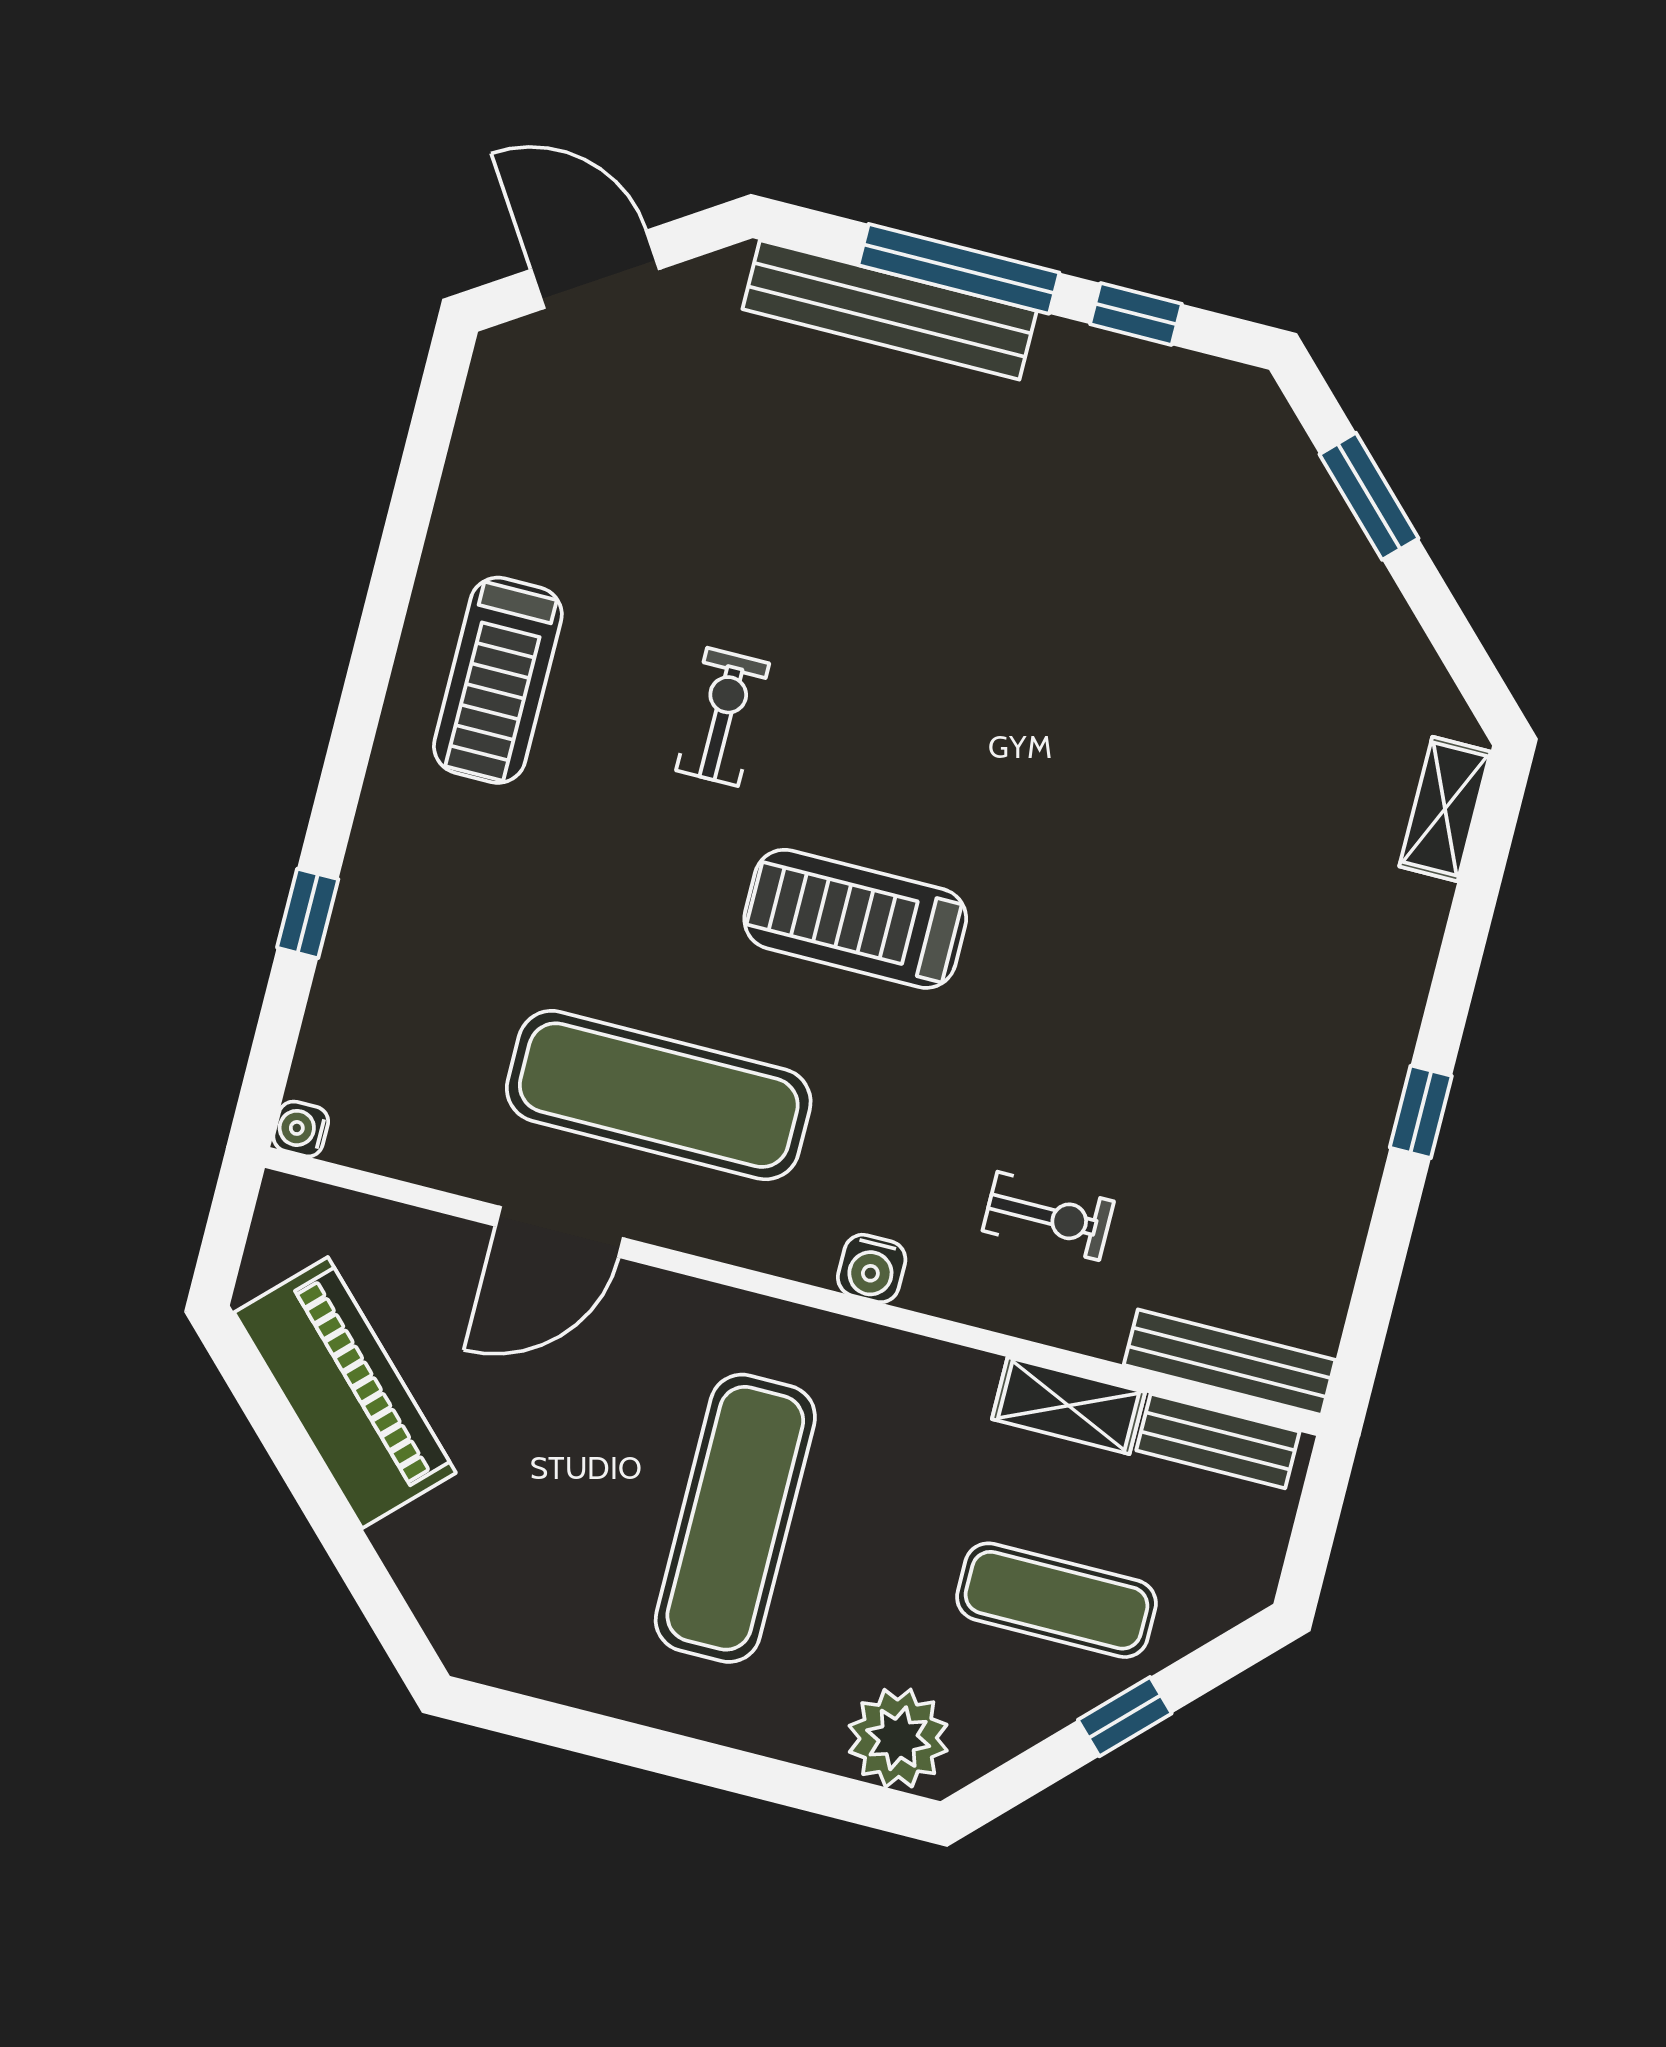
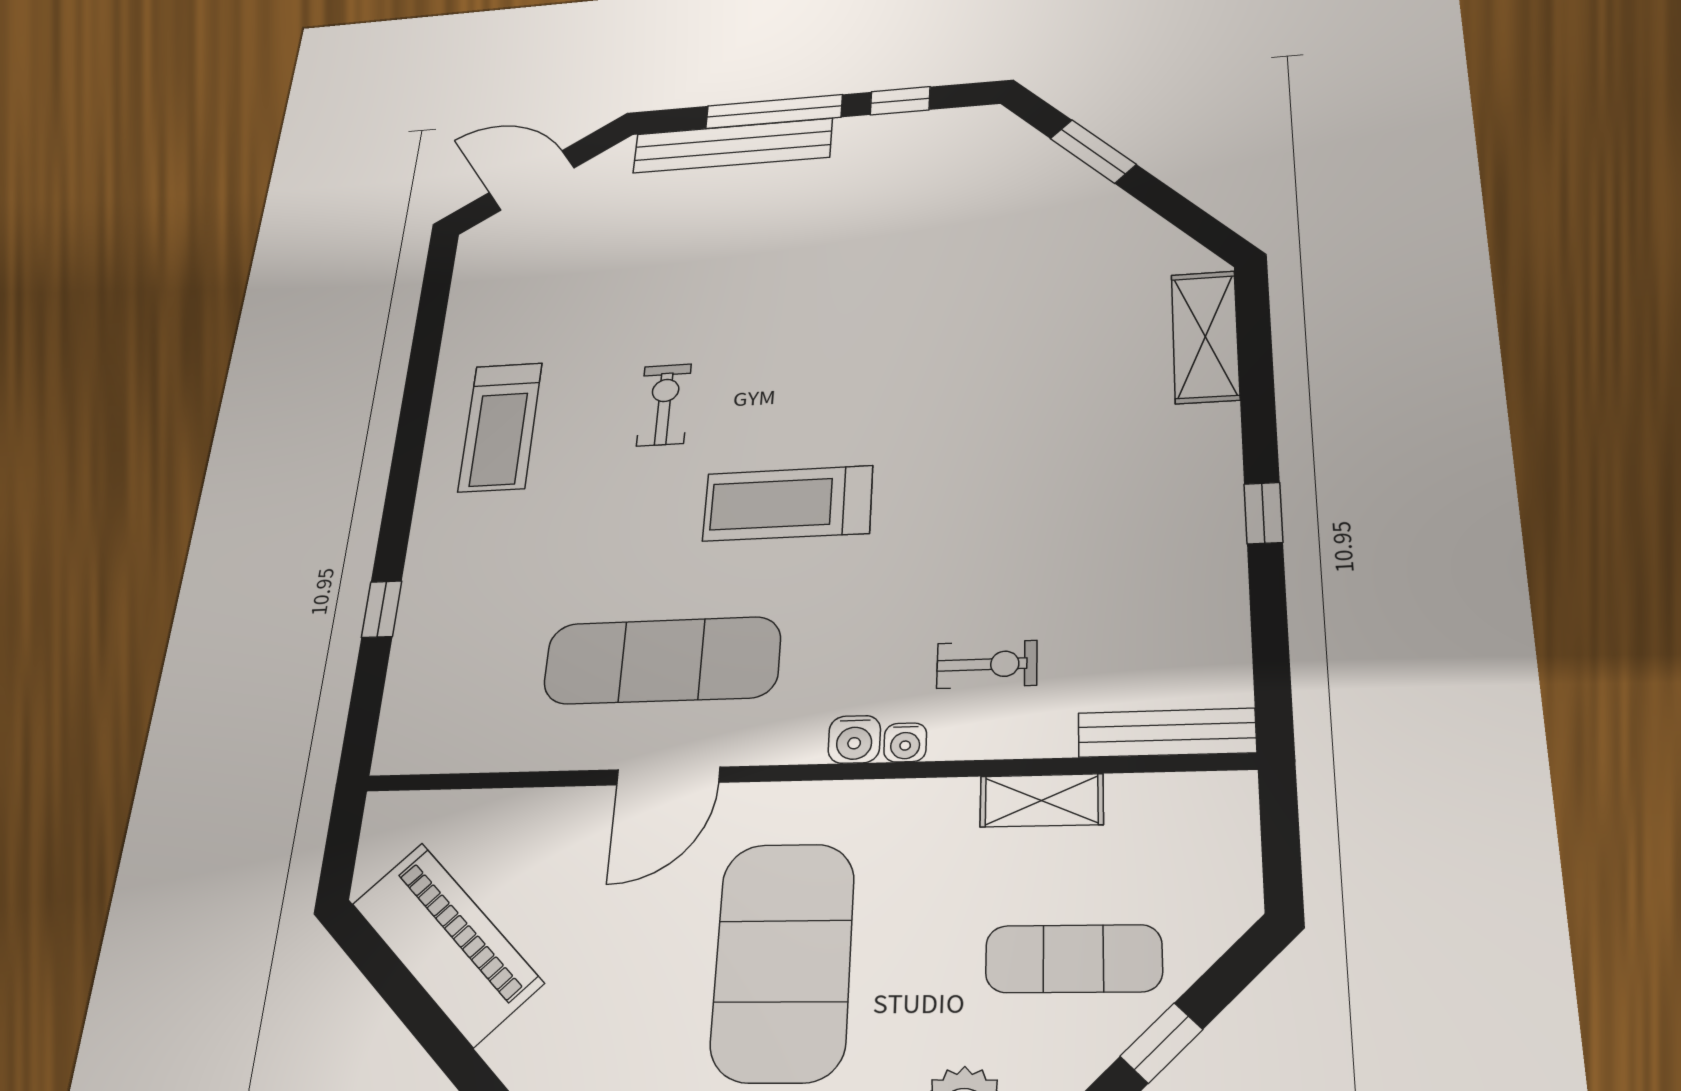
shelving: (1445, 809) -> (1205, 337), width x1.50, depth x1.33
water cooler: (301, 1129) -> (905, 742), moved, turned -90
door: (559, 1232) -> (668, 776), moved
bench: (1218, 1441) -> (1175, 795), removed
exercise mat: (735, 1518) -> (783, 961), width x1.47

